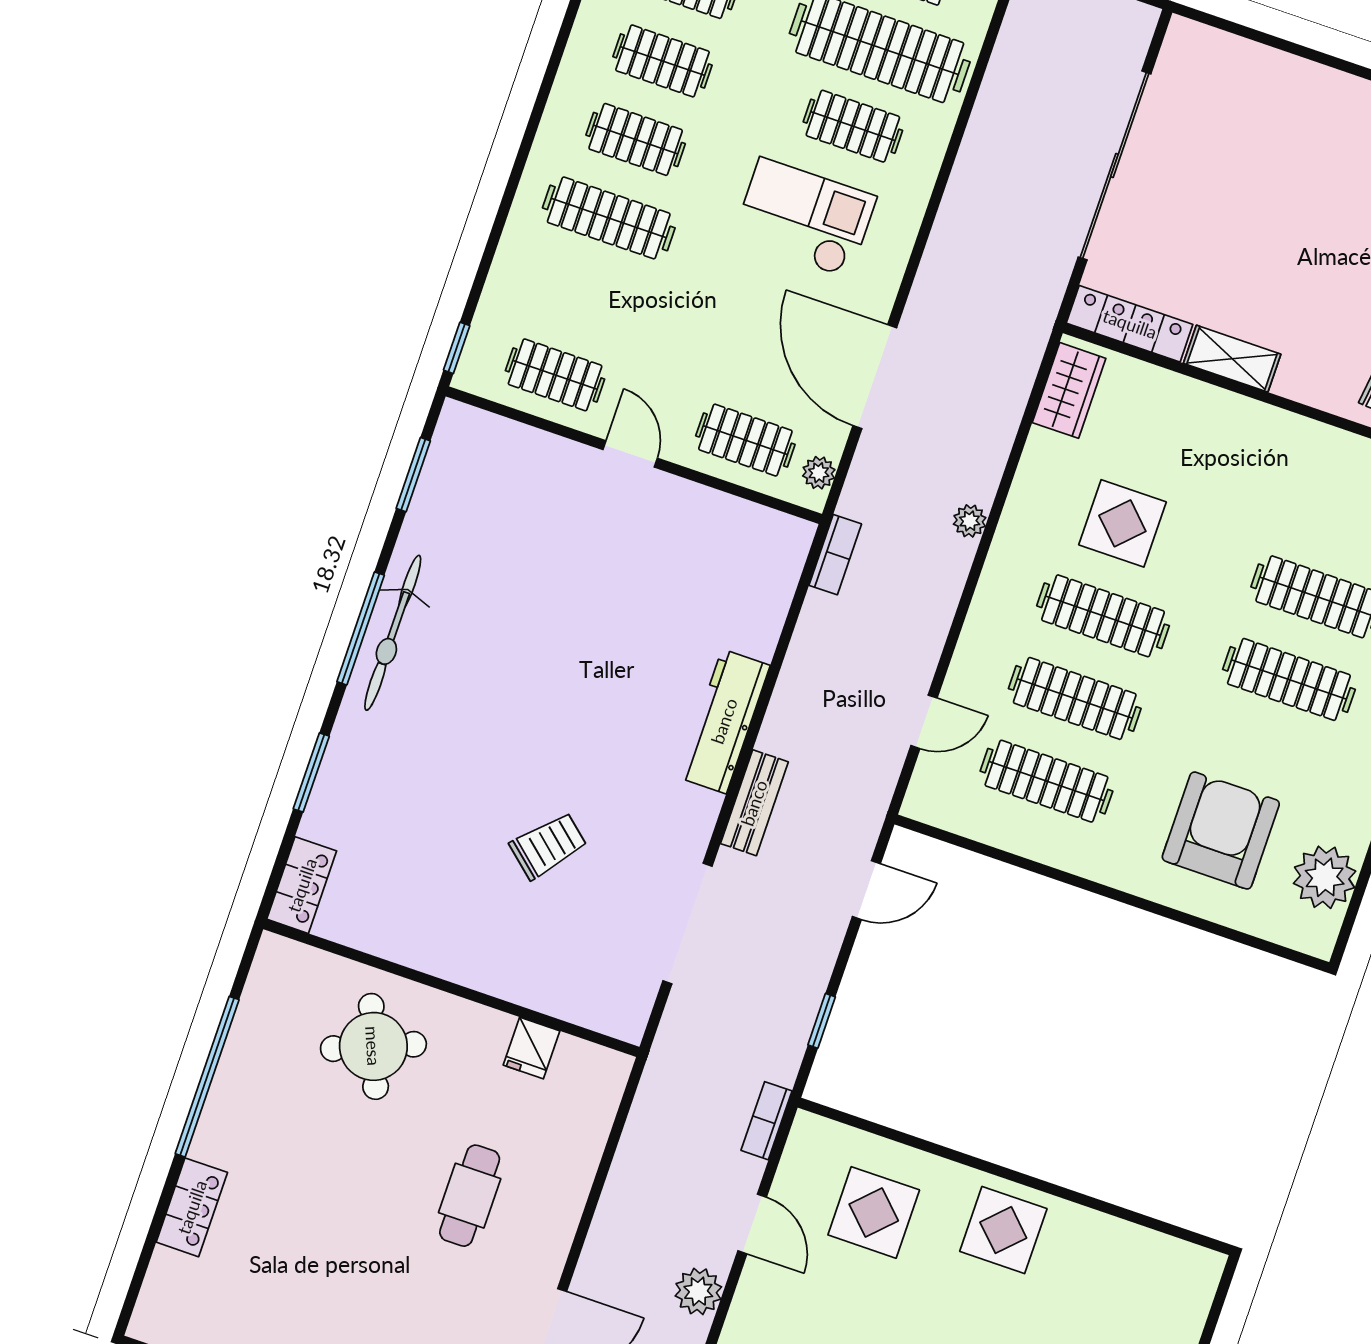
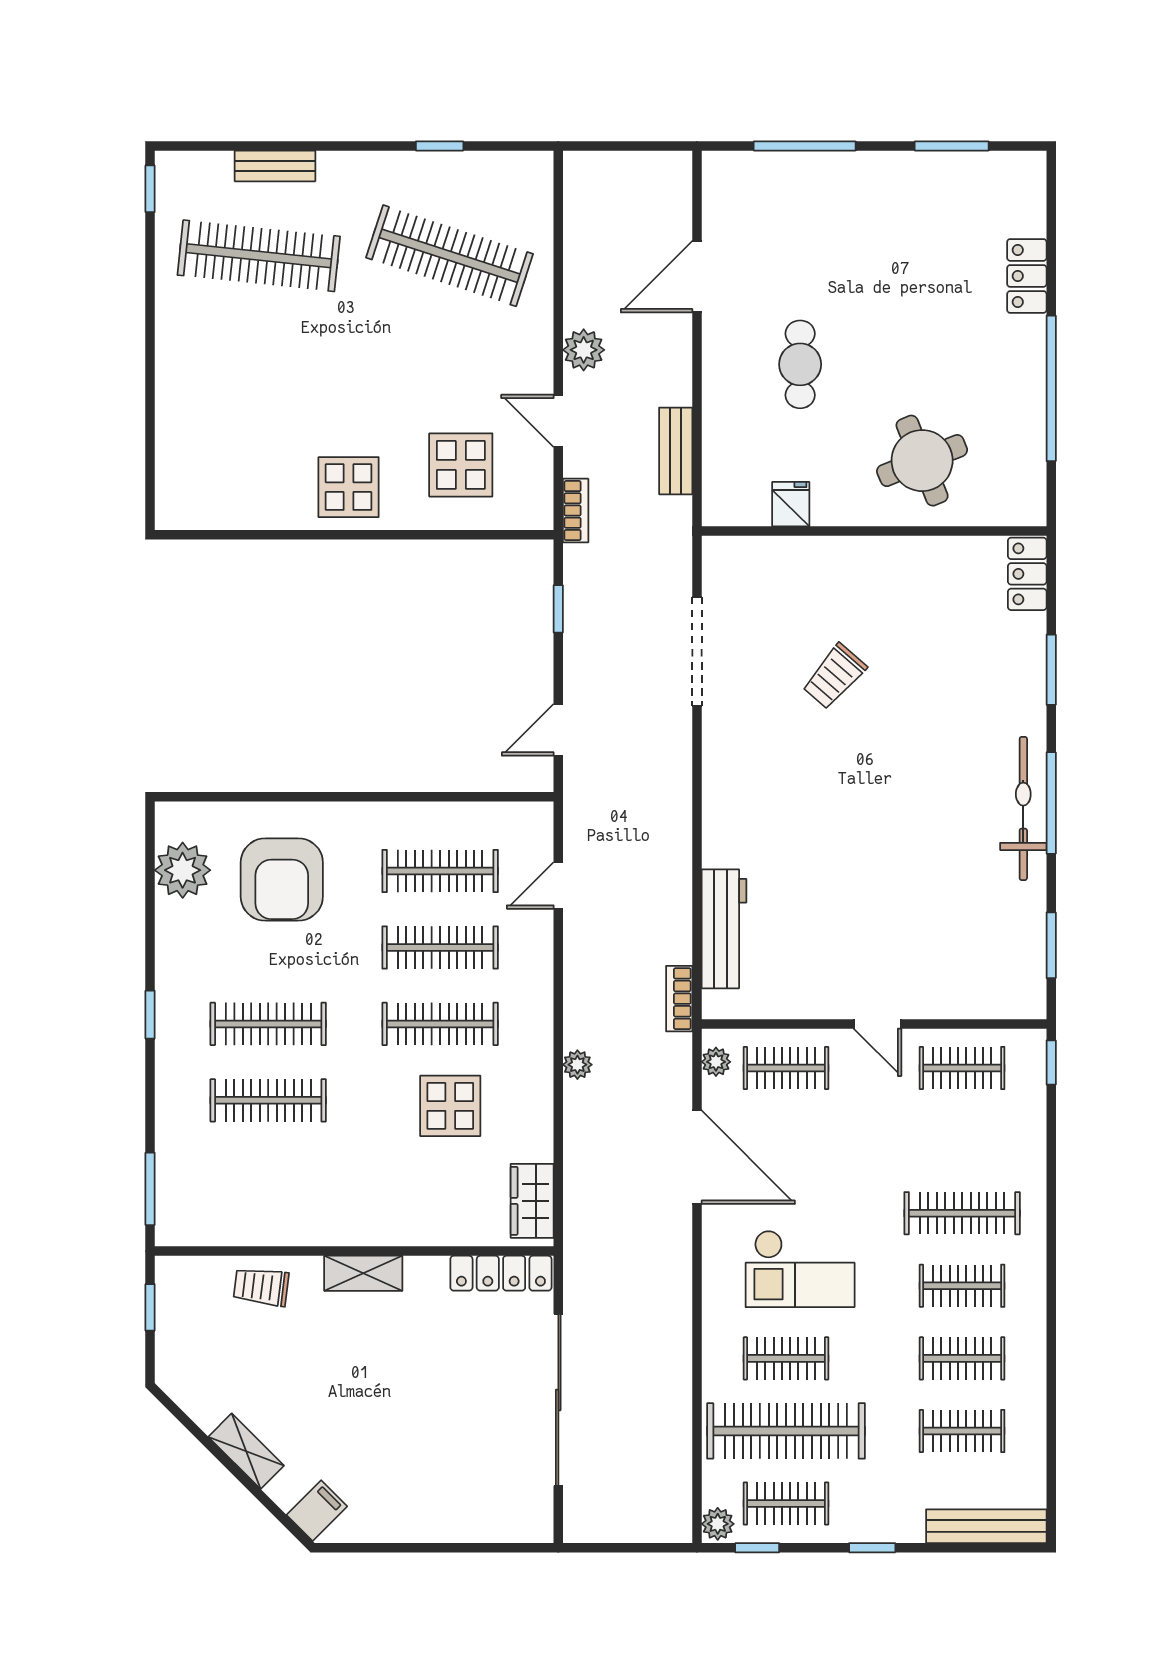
shelving: (1232, 359) -> (363, 1273), moved
workbench: (724, 721) -> (724, 929), moved
bench: (754, 803) -> (676, 451), moved

